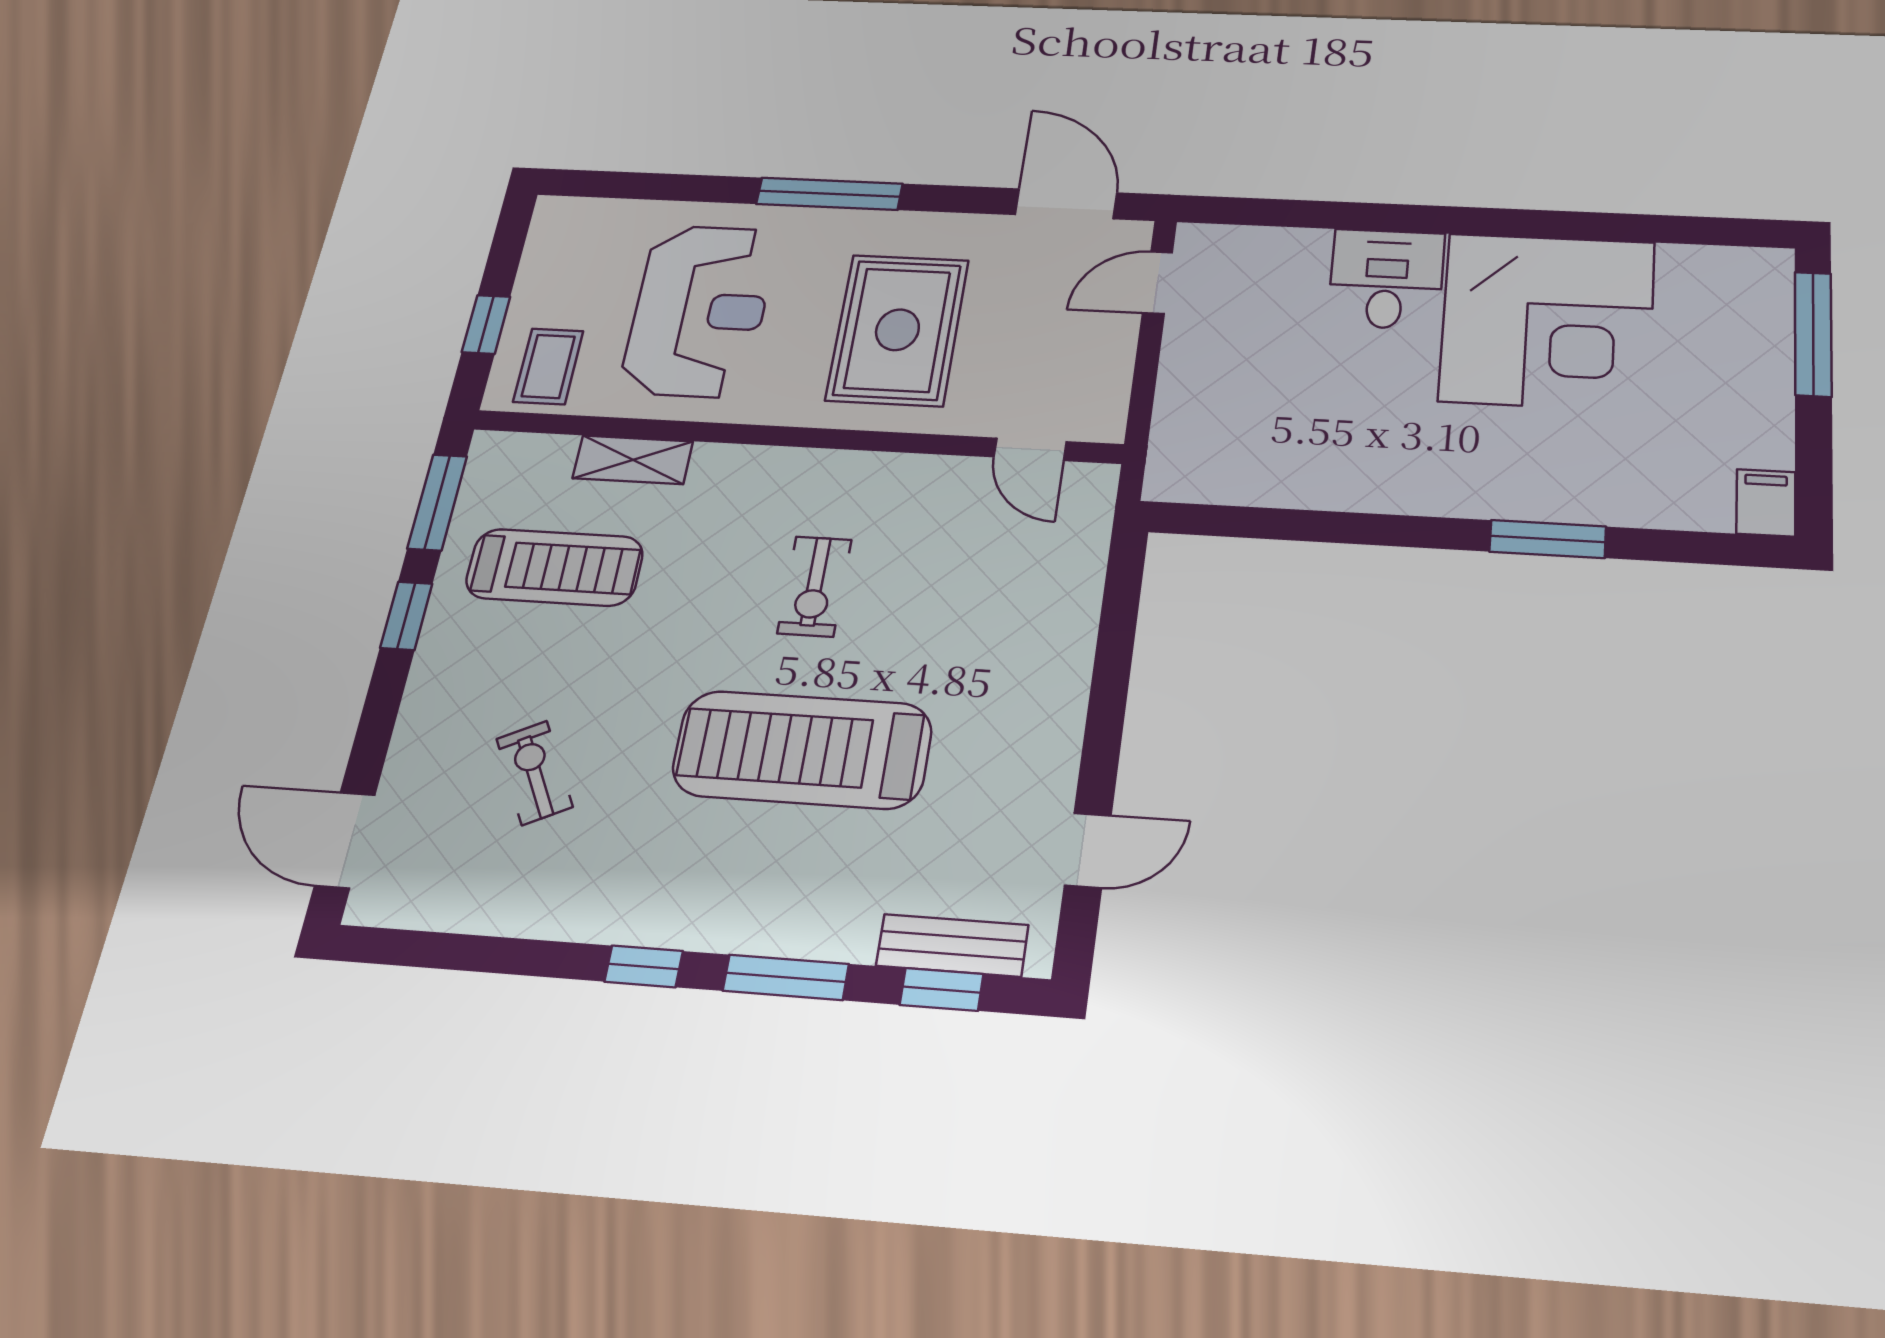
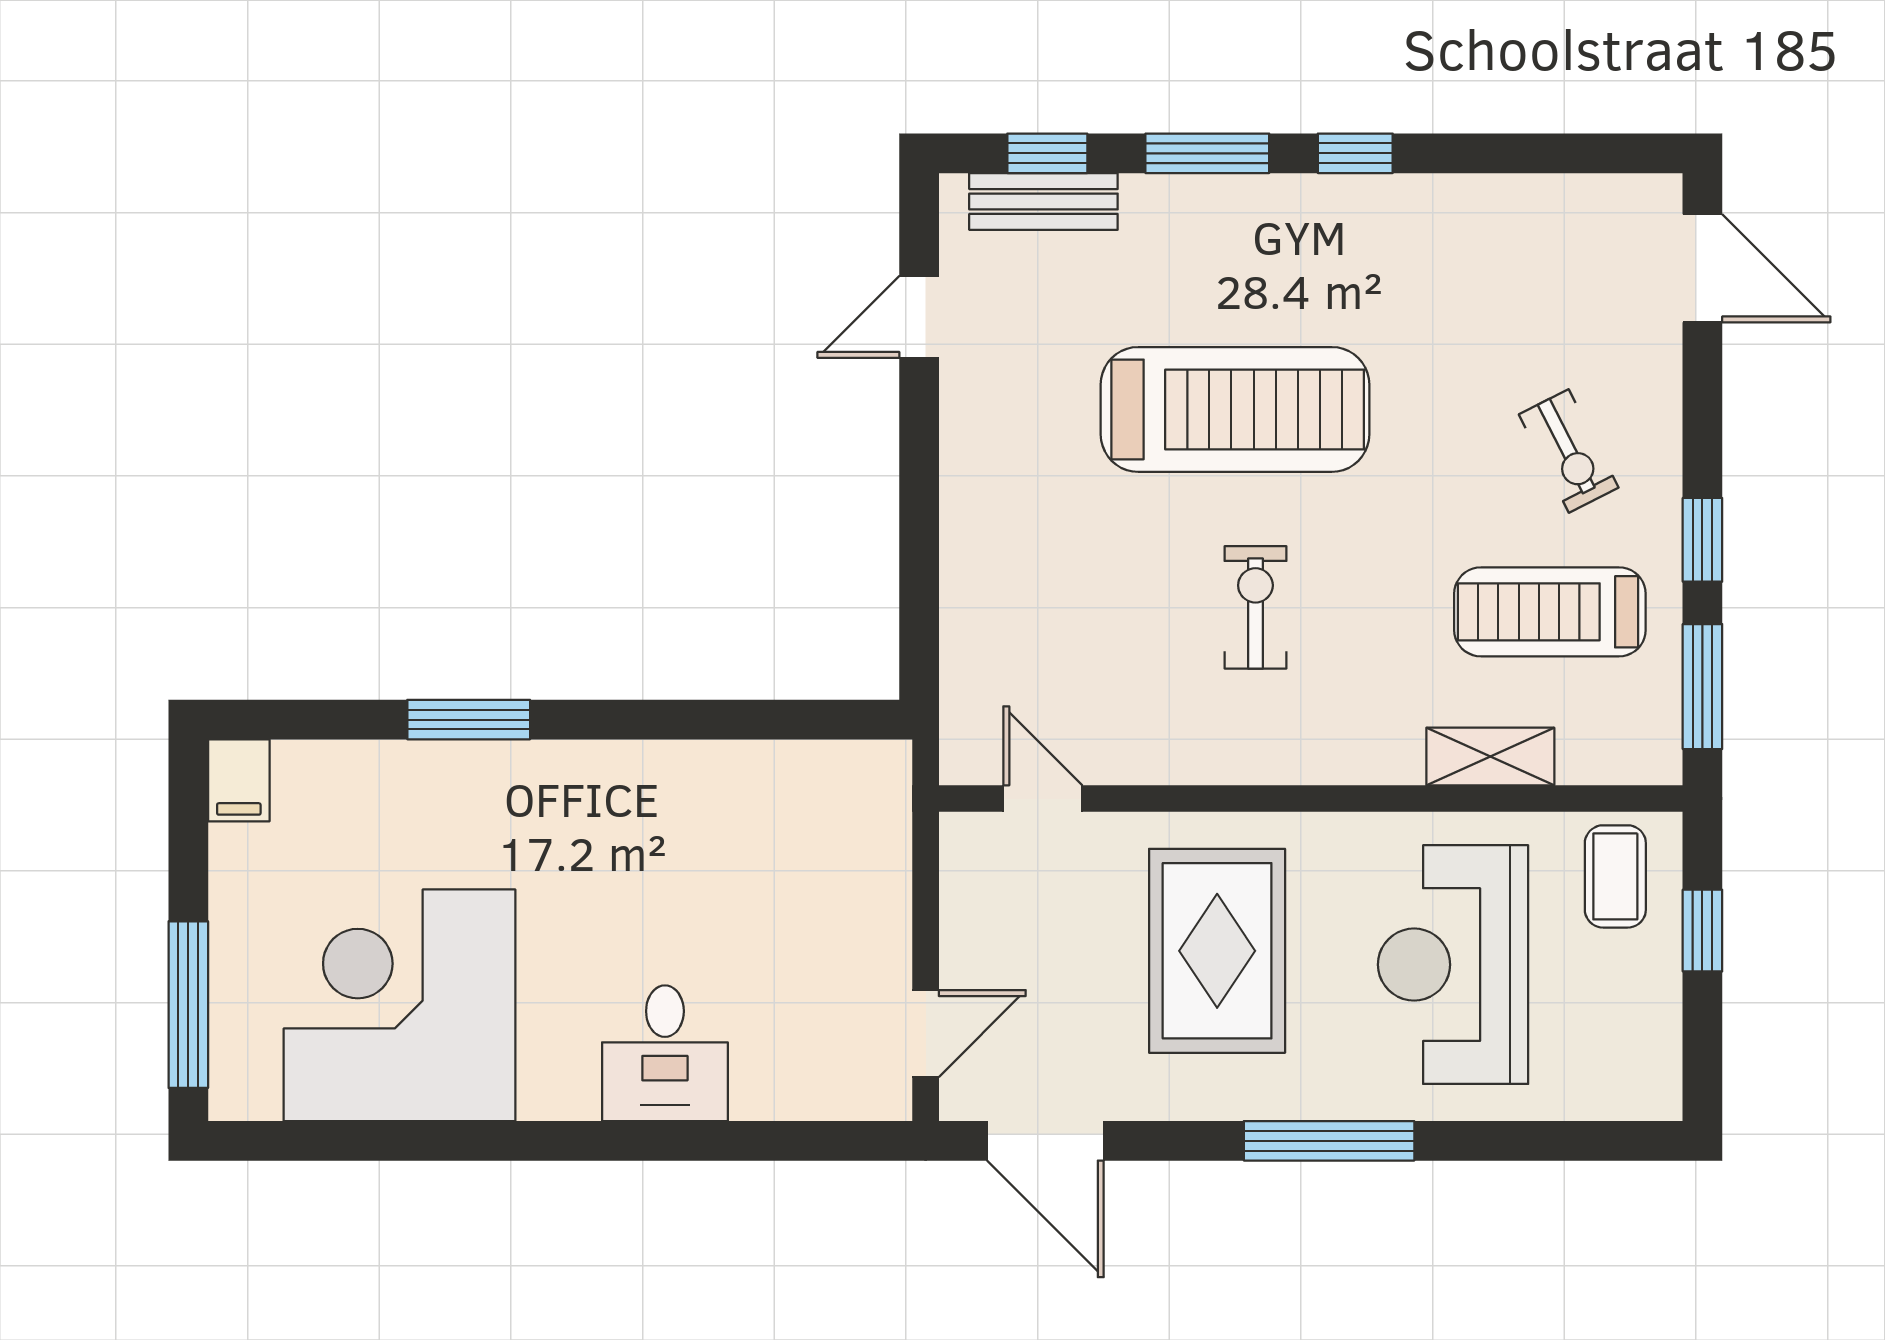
corner desk: (1547, 321) -> (399, 1005), moved
exercise bike: (534, 773) -> (1569, 451), moved

